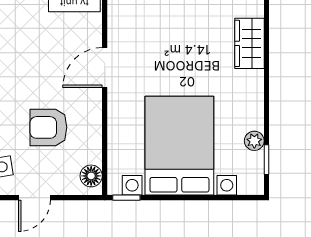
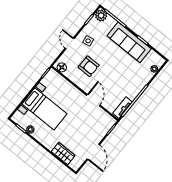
armchair: (48, 127) -> (89, 66), turned 90
bed with nightstands: (179, 146) -> (44, 109), width x0.73

